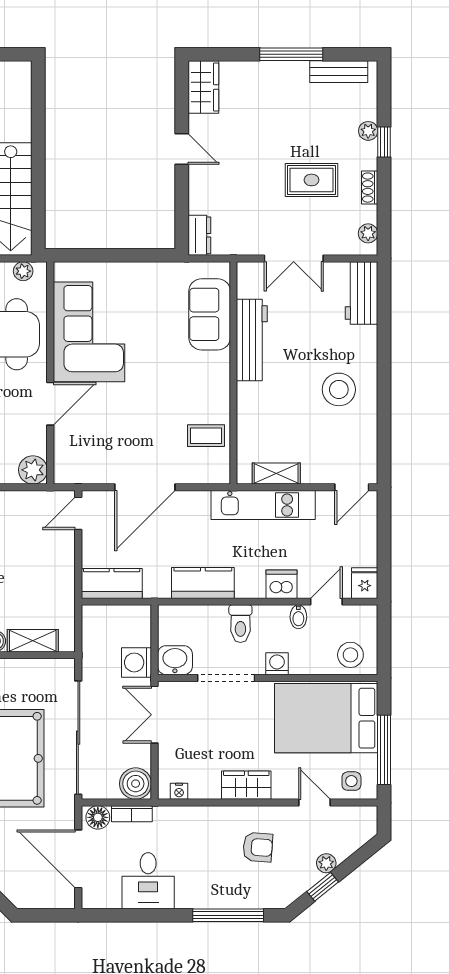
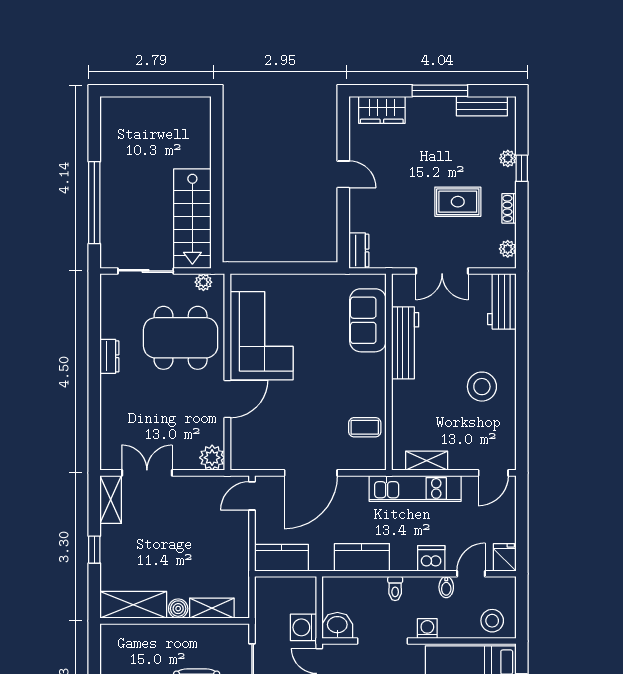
wardrobe: (203, 87) -> (382, 110), moved, turned 90
toilet: (240, 624) -> (395, 589), width x0.73, depth x0.72

